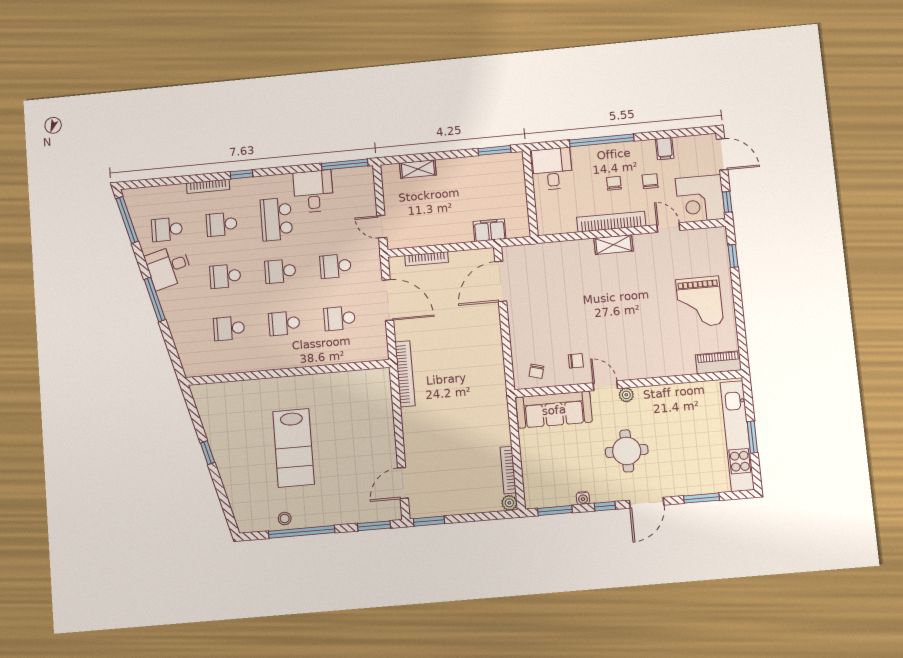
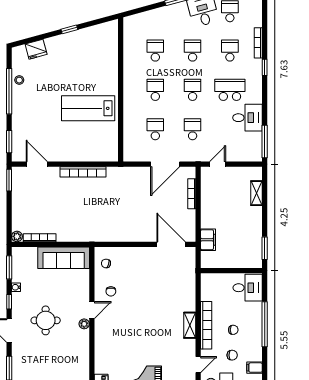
bookcase: (405, 374) -> (83, 172), moved
sofa: (554, 410) -> (64, 258), moved, turned -90
lab bench: (293, 448) -> (88, 108), moved
fridge: (239, 498) -> (36, 49), added

